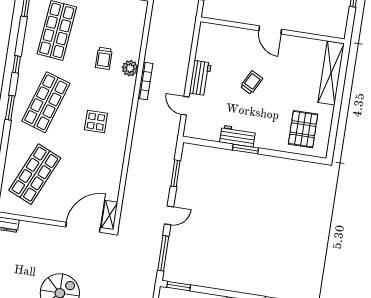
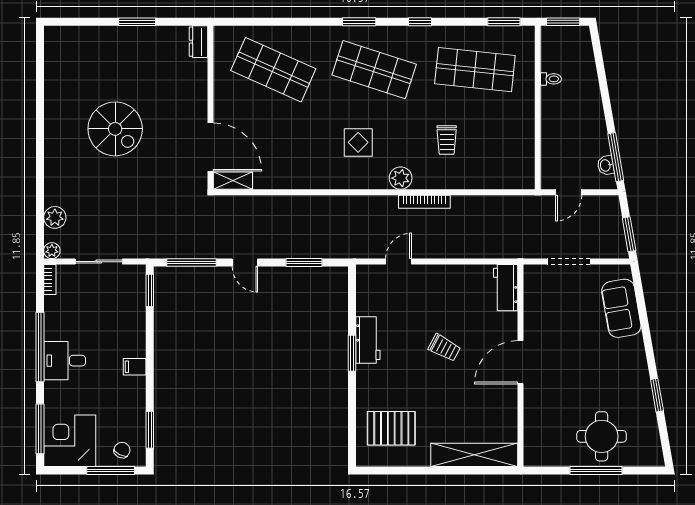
door: (270, 30) -> (521, 362), width x1.36
trolley: (104, 58) -> (447, 140), turned -90
plant: (130, 68) -> (401, 178), moved
workbench: (200, 78) -> (506, 288), moved, turned 90

